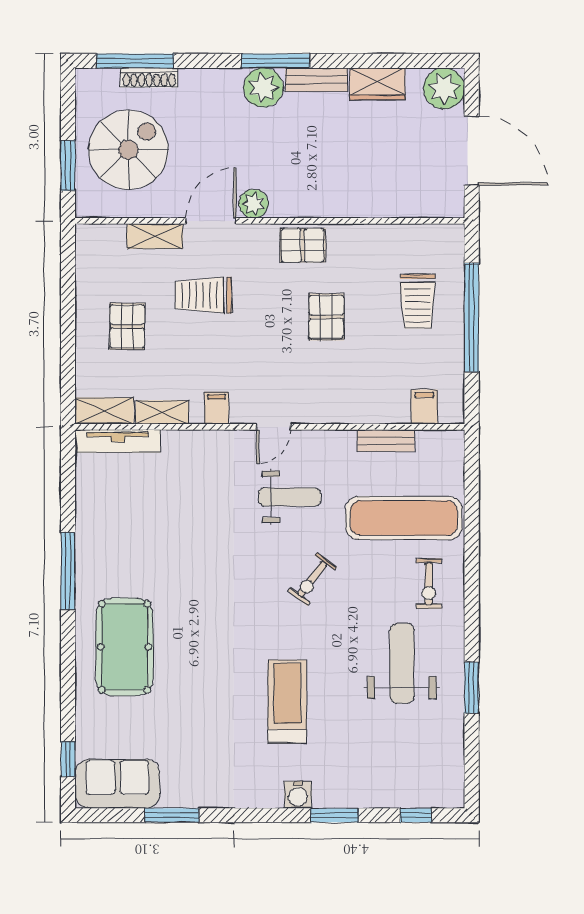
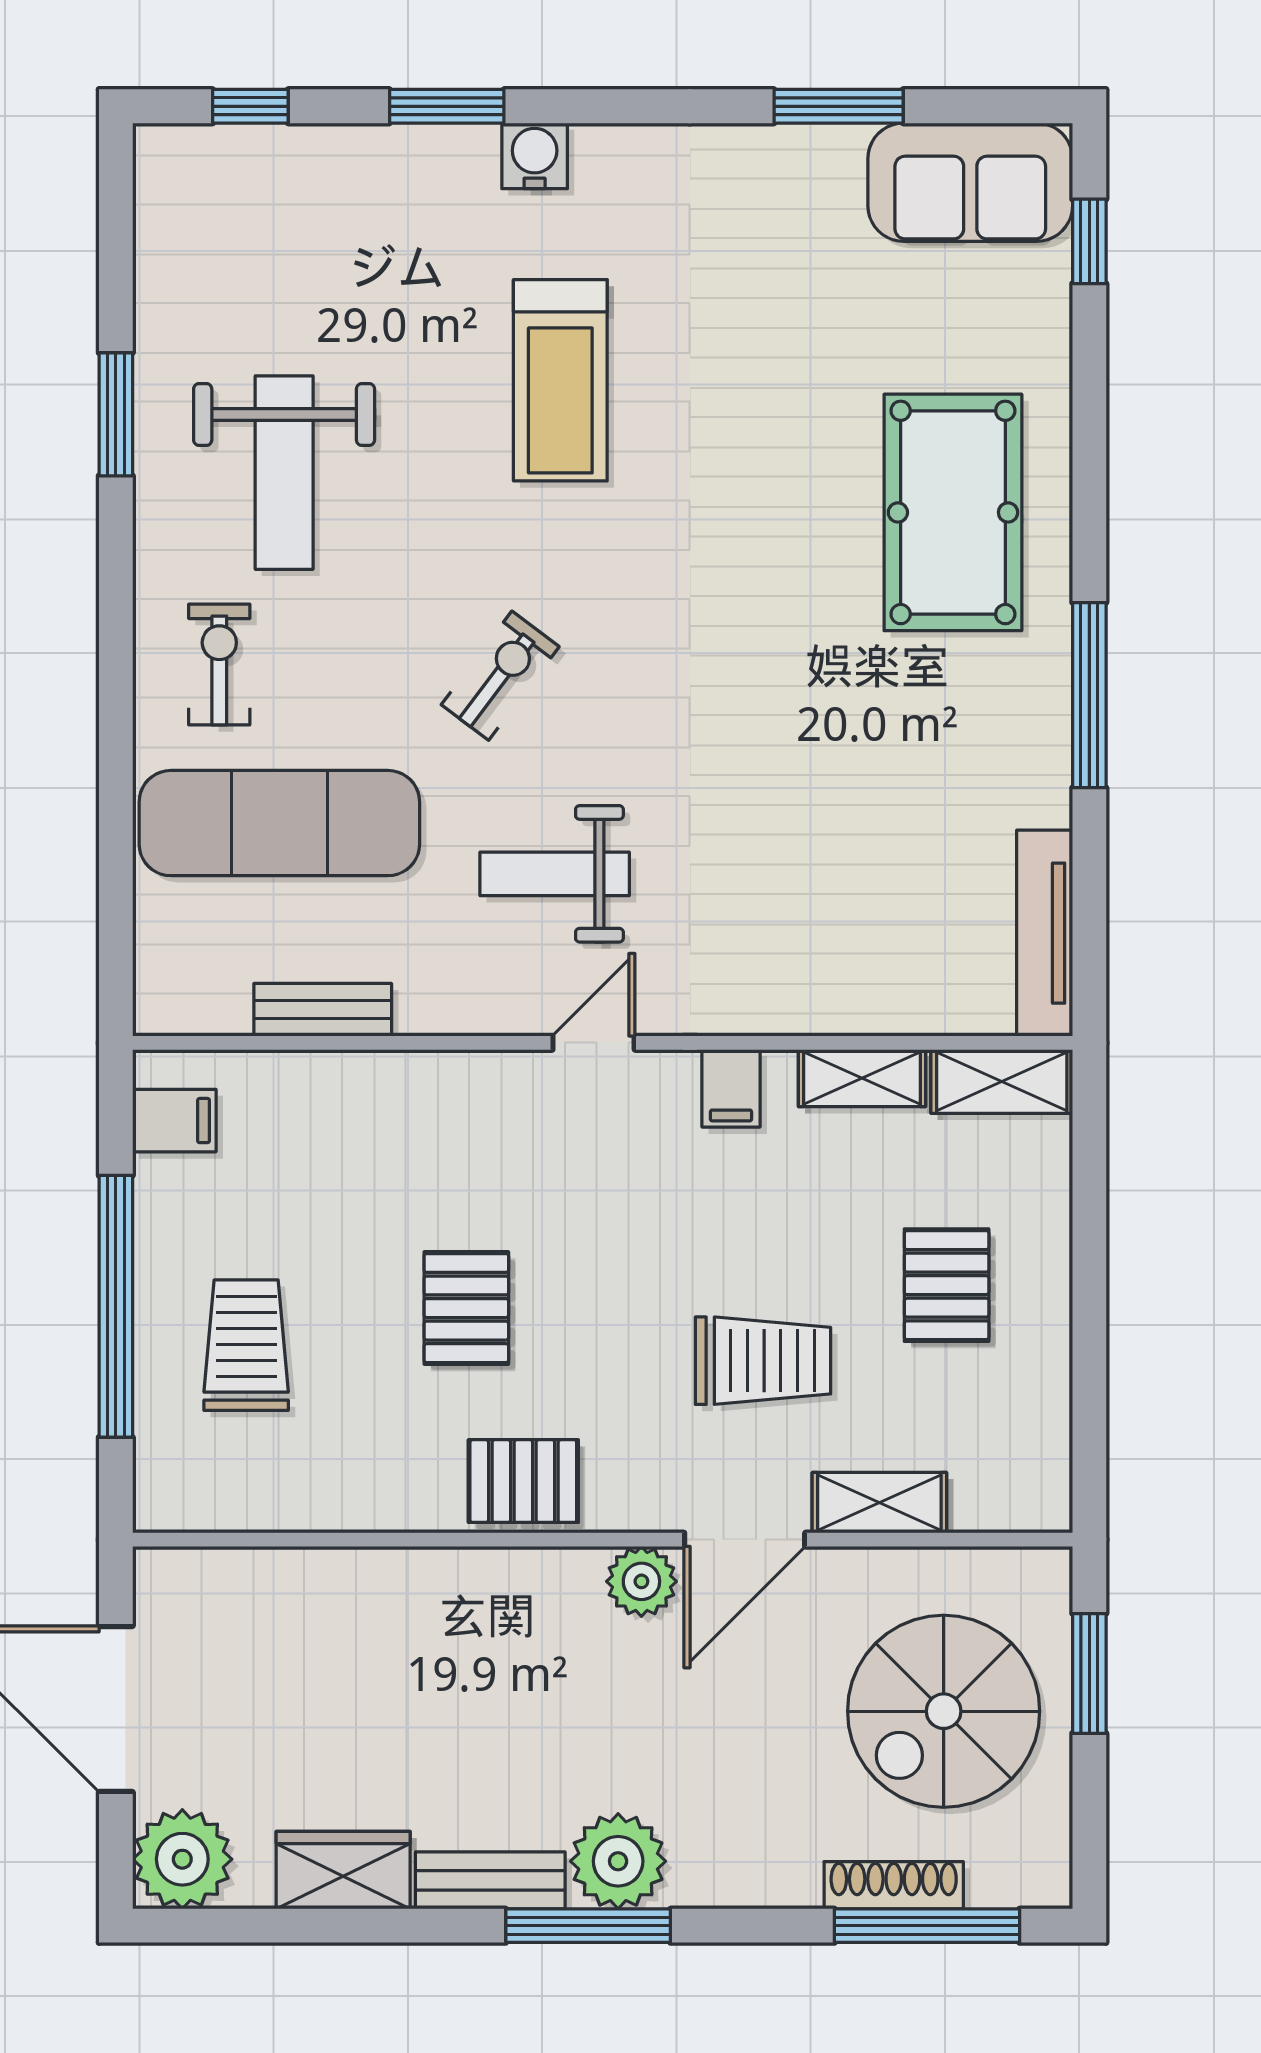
filing cabinet: (424, 407) -> (174, 1121), moved, turned -90
tv unit: (118, 441) -> (1045, 933), moved, turned -90

